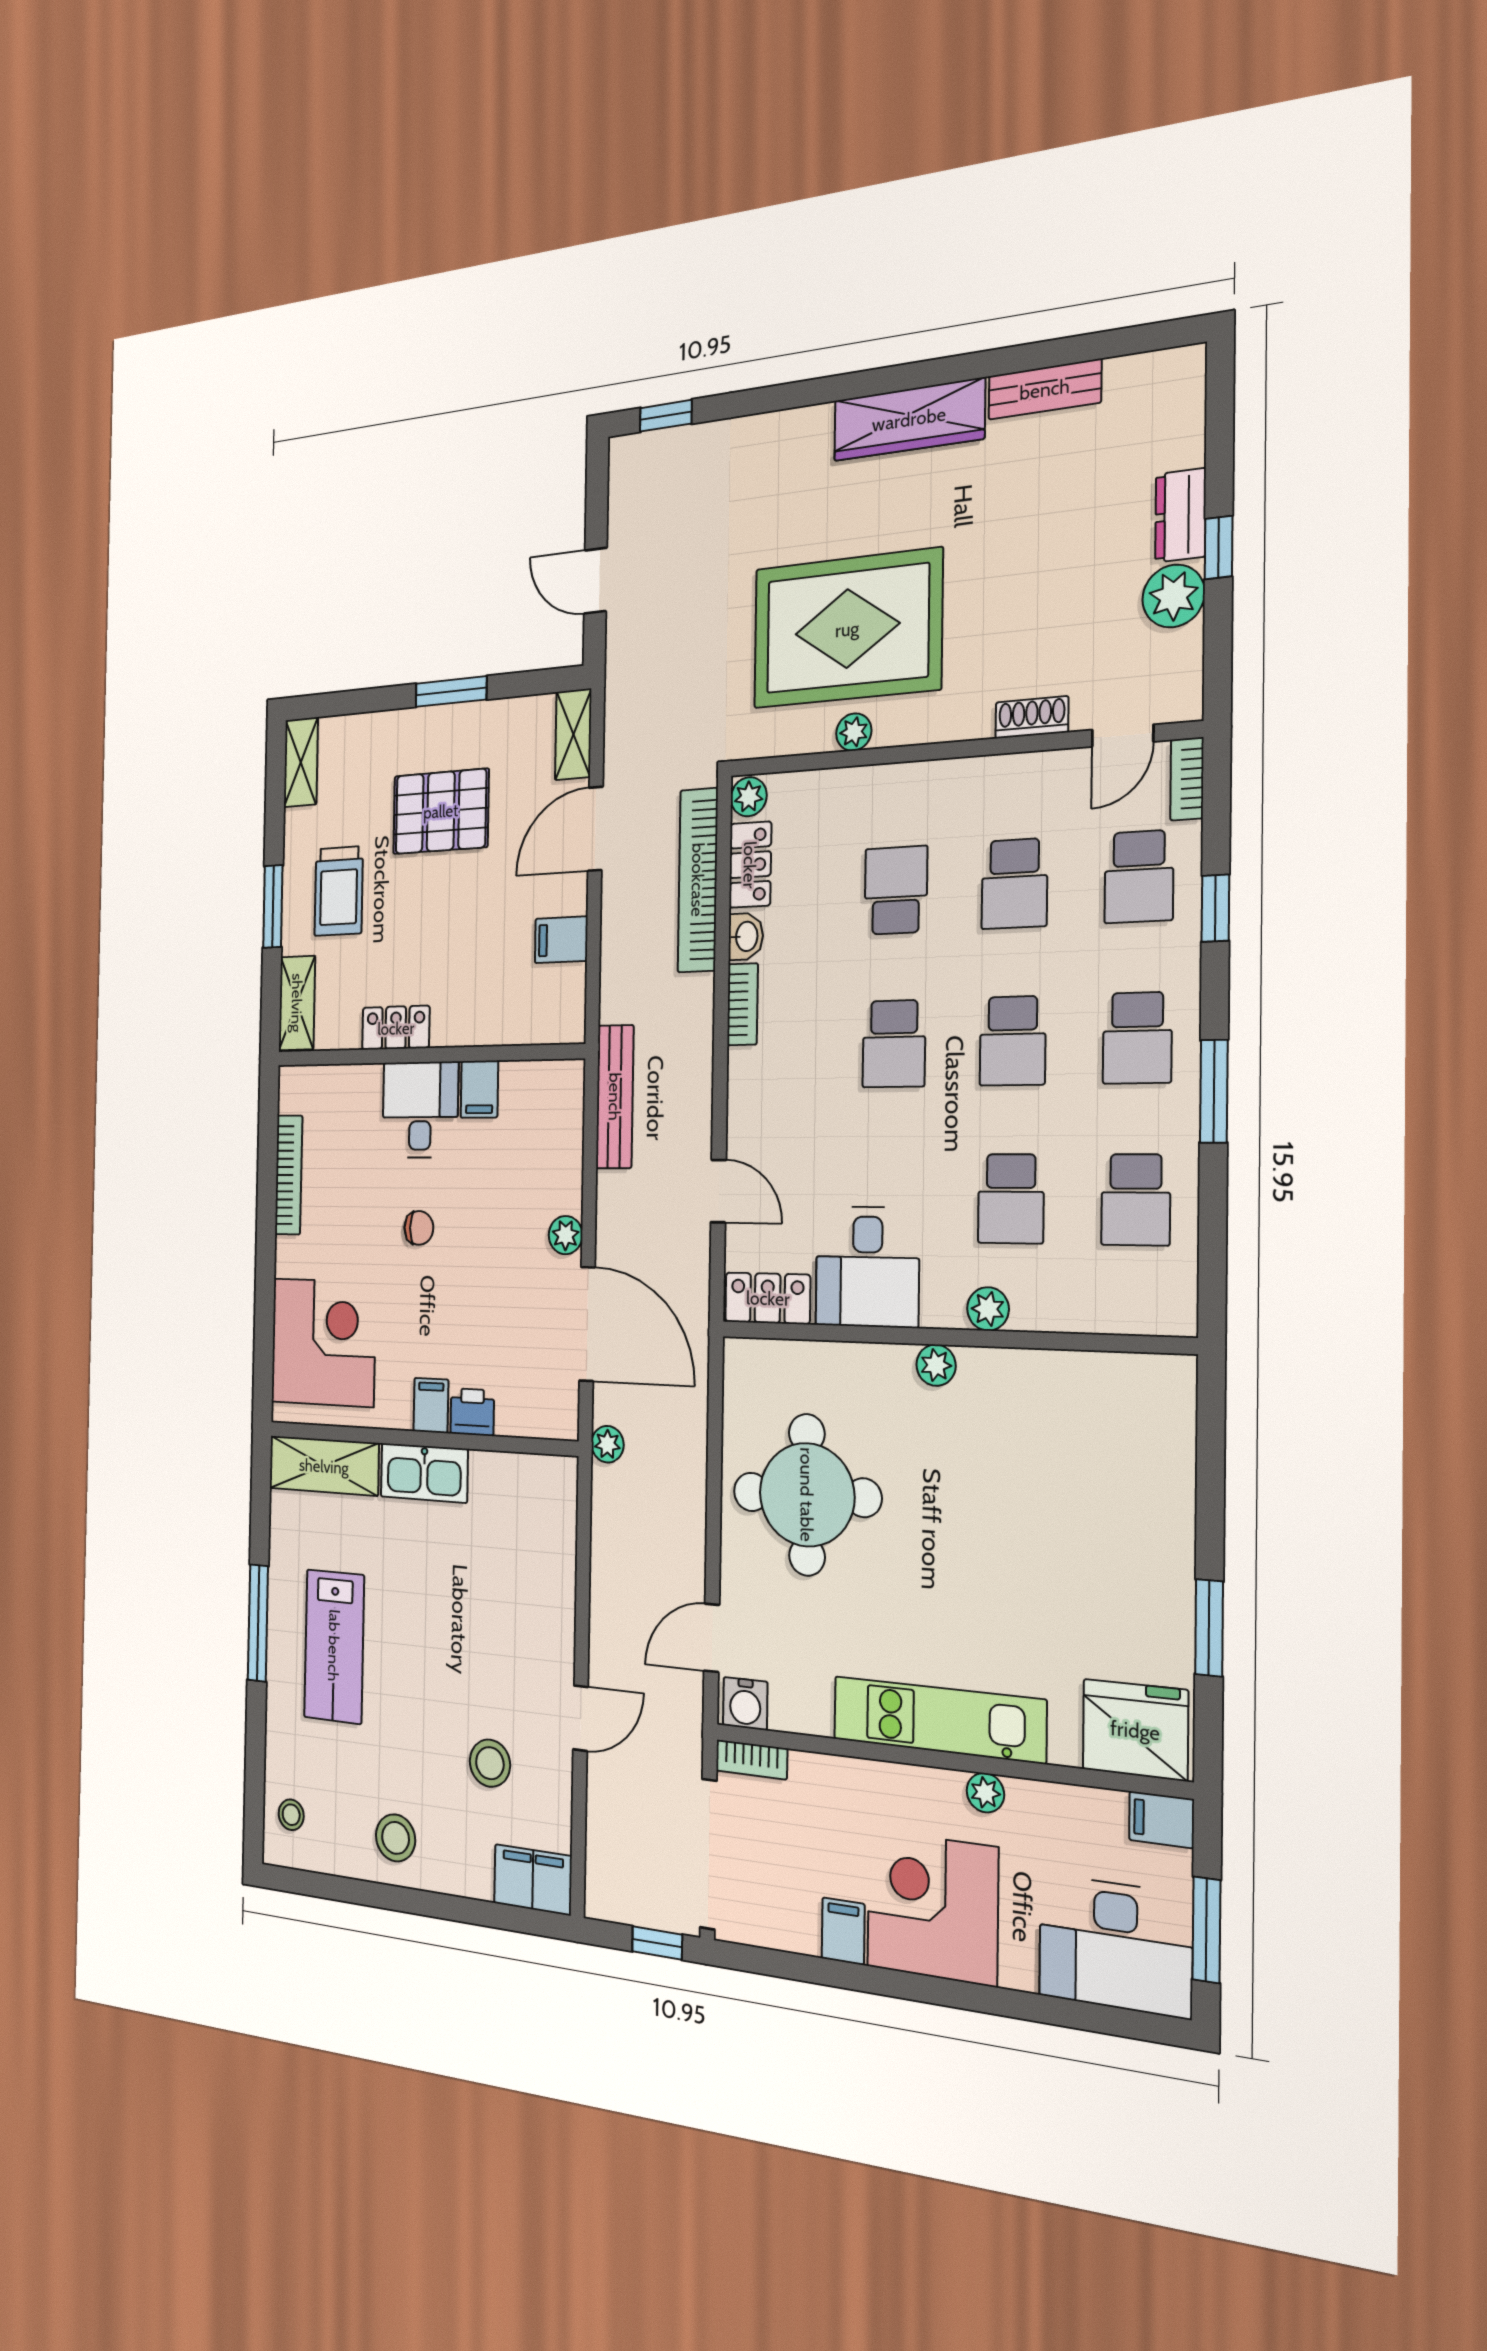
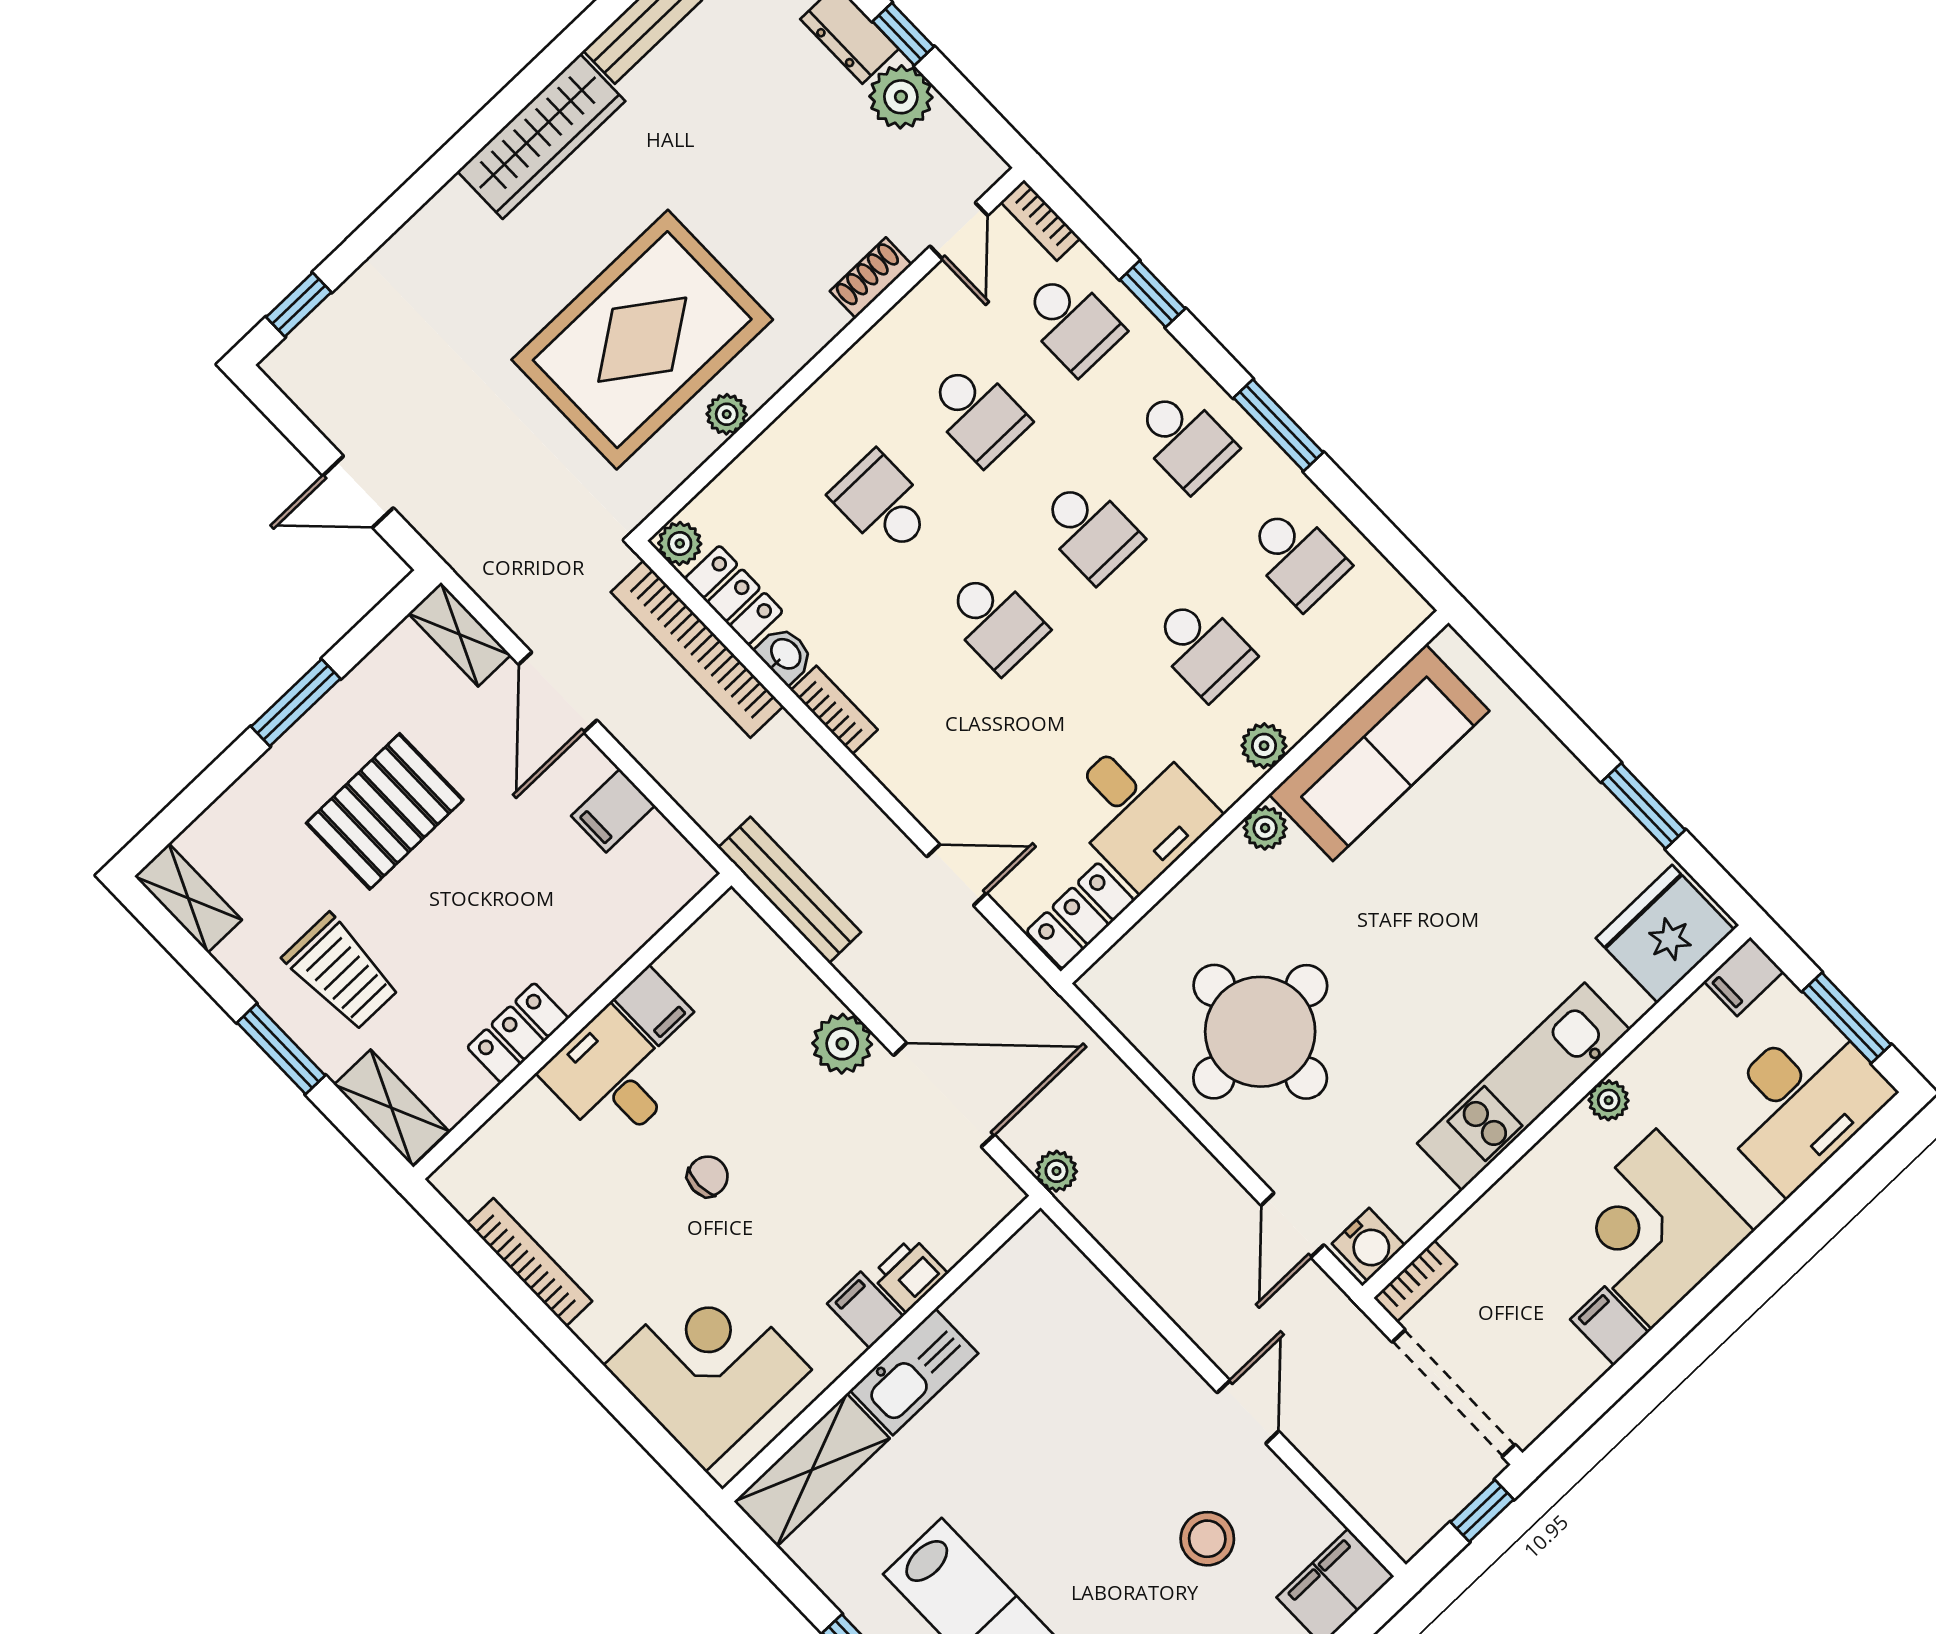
plant: (566, 1235) -> (842, 1044), width x1.38, depth x1.38
sofa: (1060, 1395) -> (1379, 753), added

